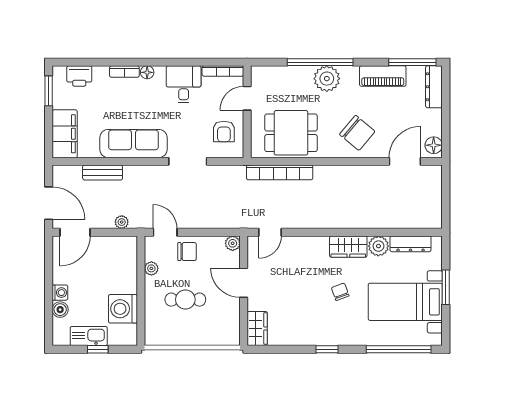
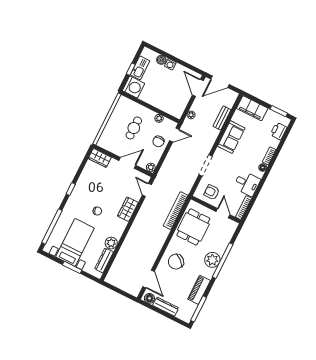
dresser: (434, 87) -> (166, 307), moved
sofa: (134, 144) -> (231, 137), width x0.73
wardrobe: (348, 247) -> (128, 209), moved
washing machine: (123, 309) -> (134, 87), moved, turned 90

